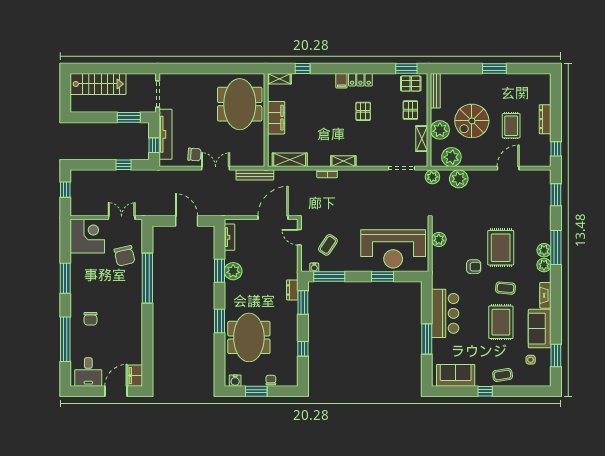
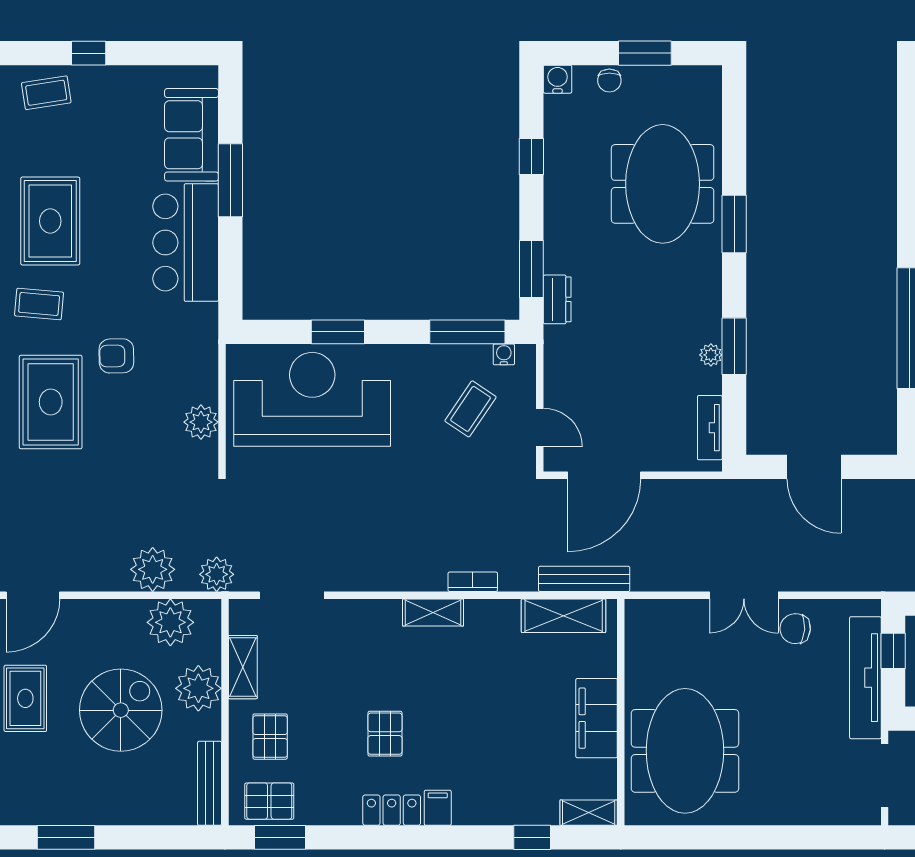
bench: (255, 175) -> (584, 579), moved
plant: (233, 271) -> (711, 355), width x0.53, depth x0.53
sofa: (456, 375) -> (192, 135), moved, turned 90
water cooler: (235, 381) -> (558, 79), moved

